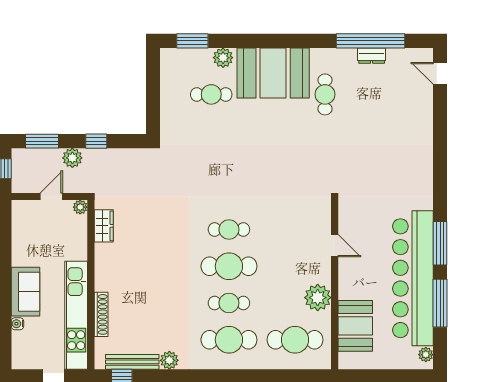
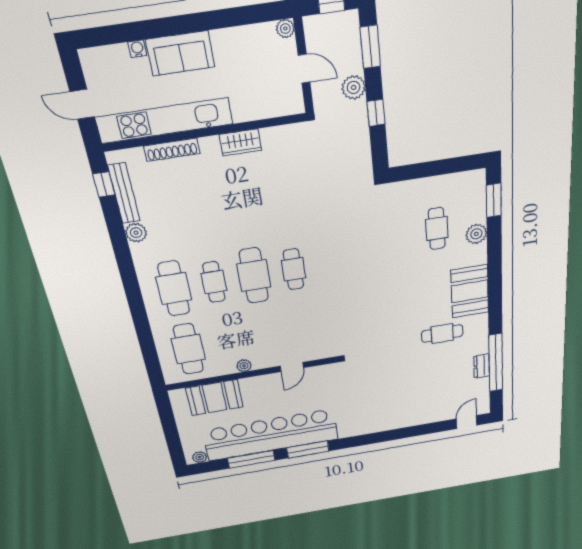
booth: (273, 73) -> (470, 291), width x0.73, depth x0.70
plant: (80, 207) -> (285, 29), moved
wardrobe: (104, 226) -> (240, 142), moved
plant: (318, 298) -> (244, 366), width x0.53, depth x0.53

